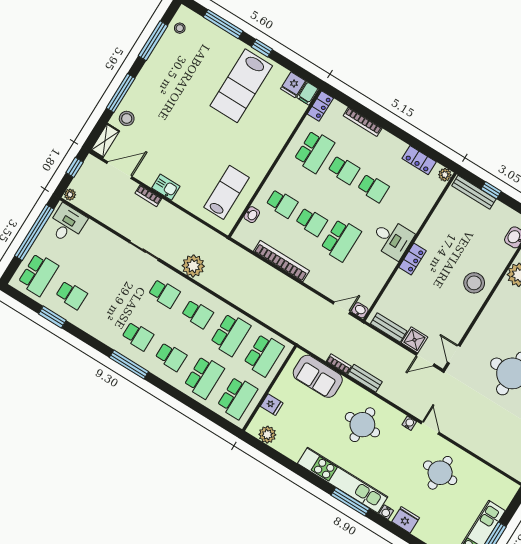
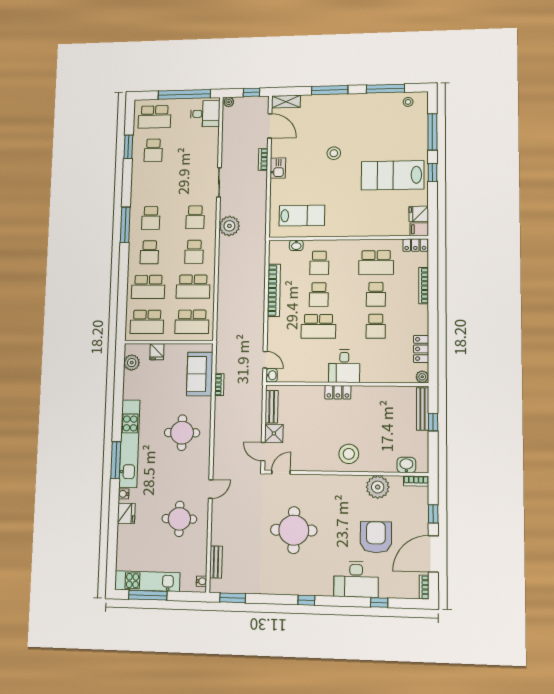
stool: (127, 118) -> (334, 153), moved
bench: (365, 378) -> (216, 562), moved
water cooler: (409, 423) -> (202, 581), moved

